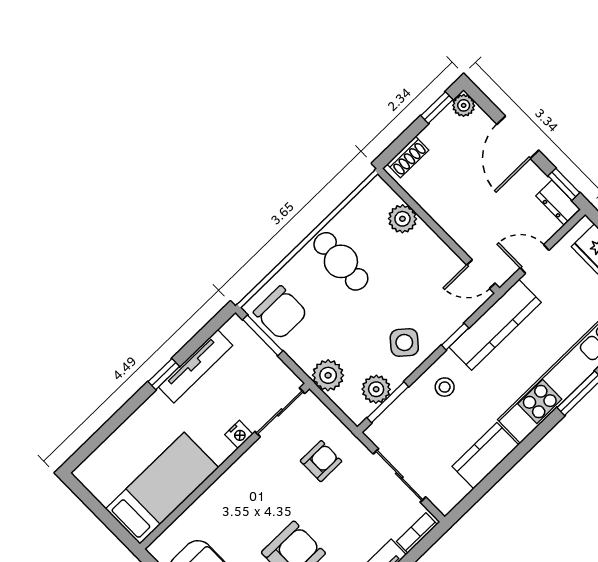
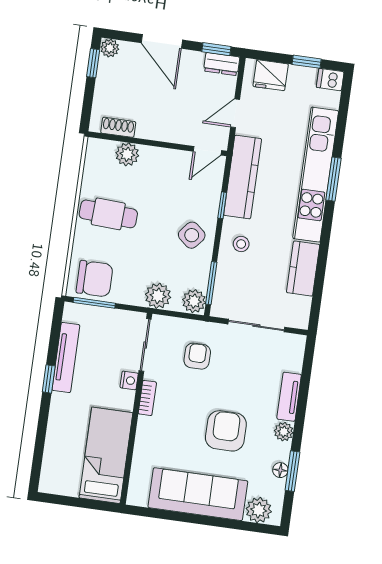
shoe rack: (408, 157) -> (118, 127), moved, turned -90
plant: (376, 389) -> (194, 301), moved
bookcase: (417, 533) -> (147, 398), moved, turned 180

